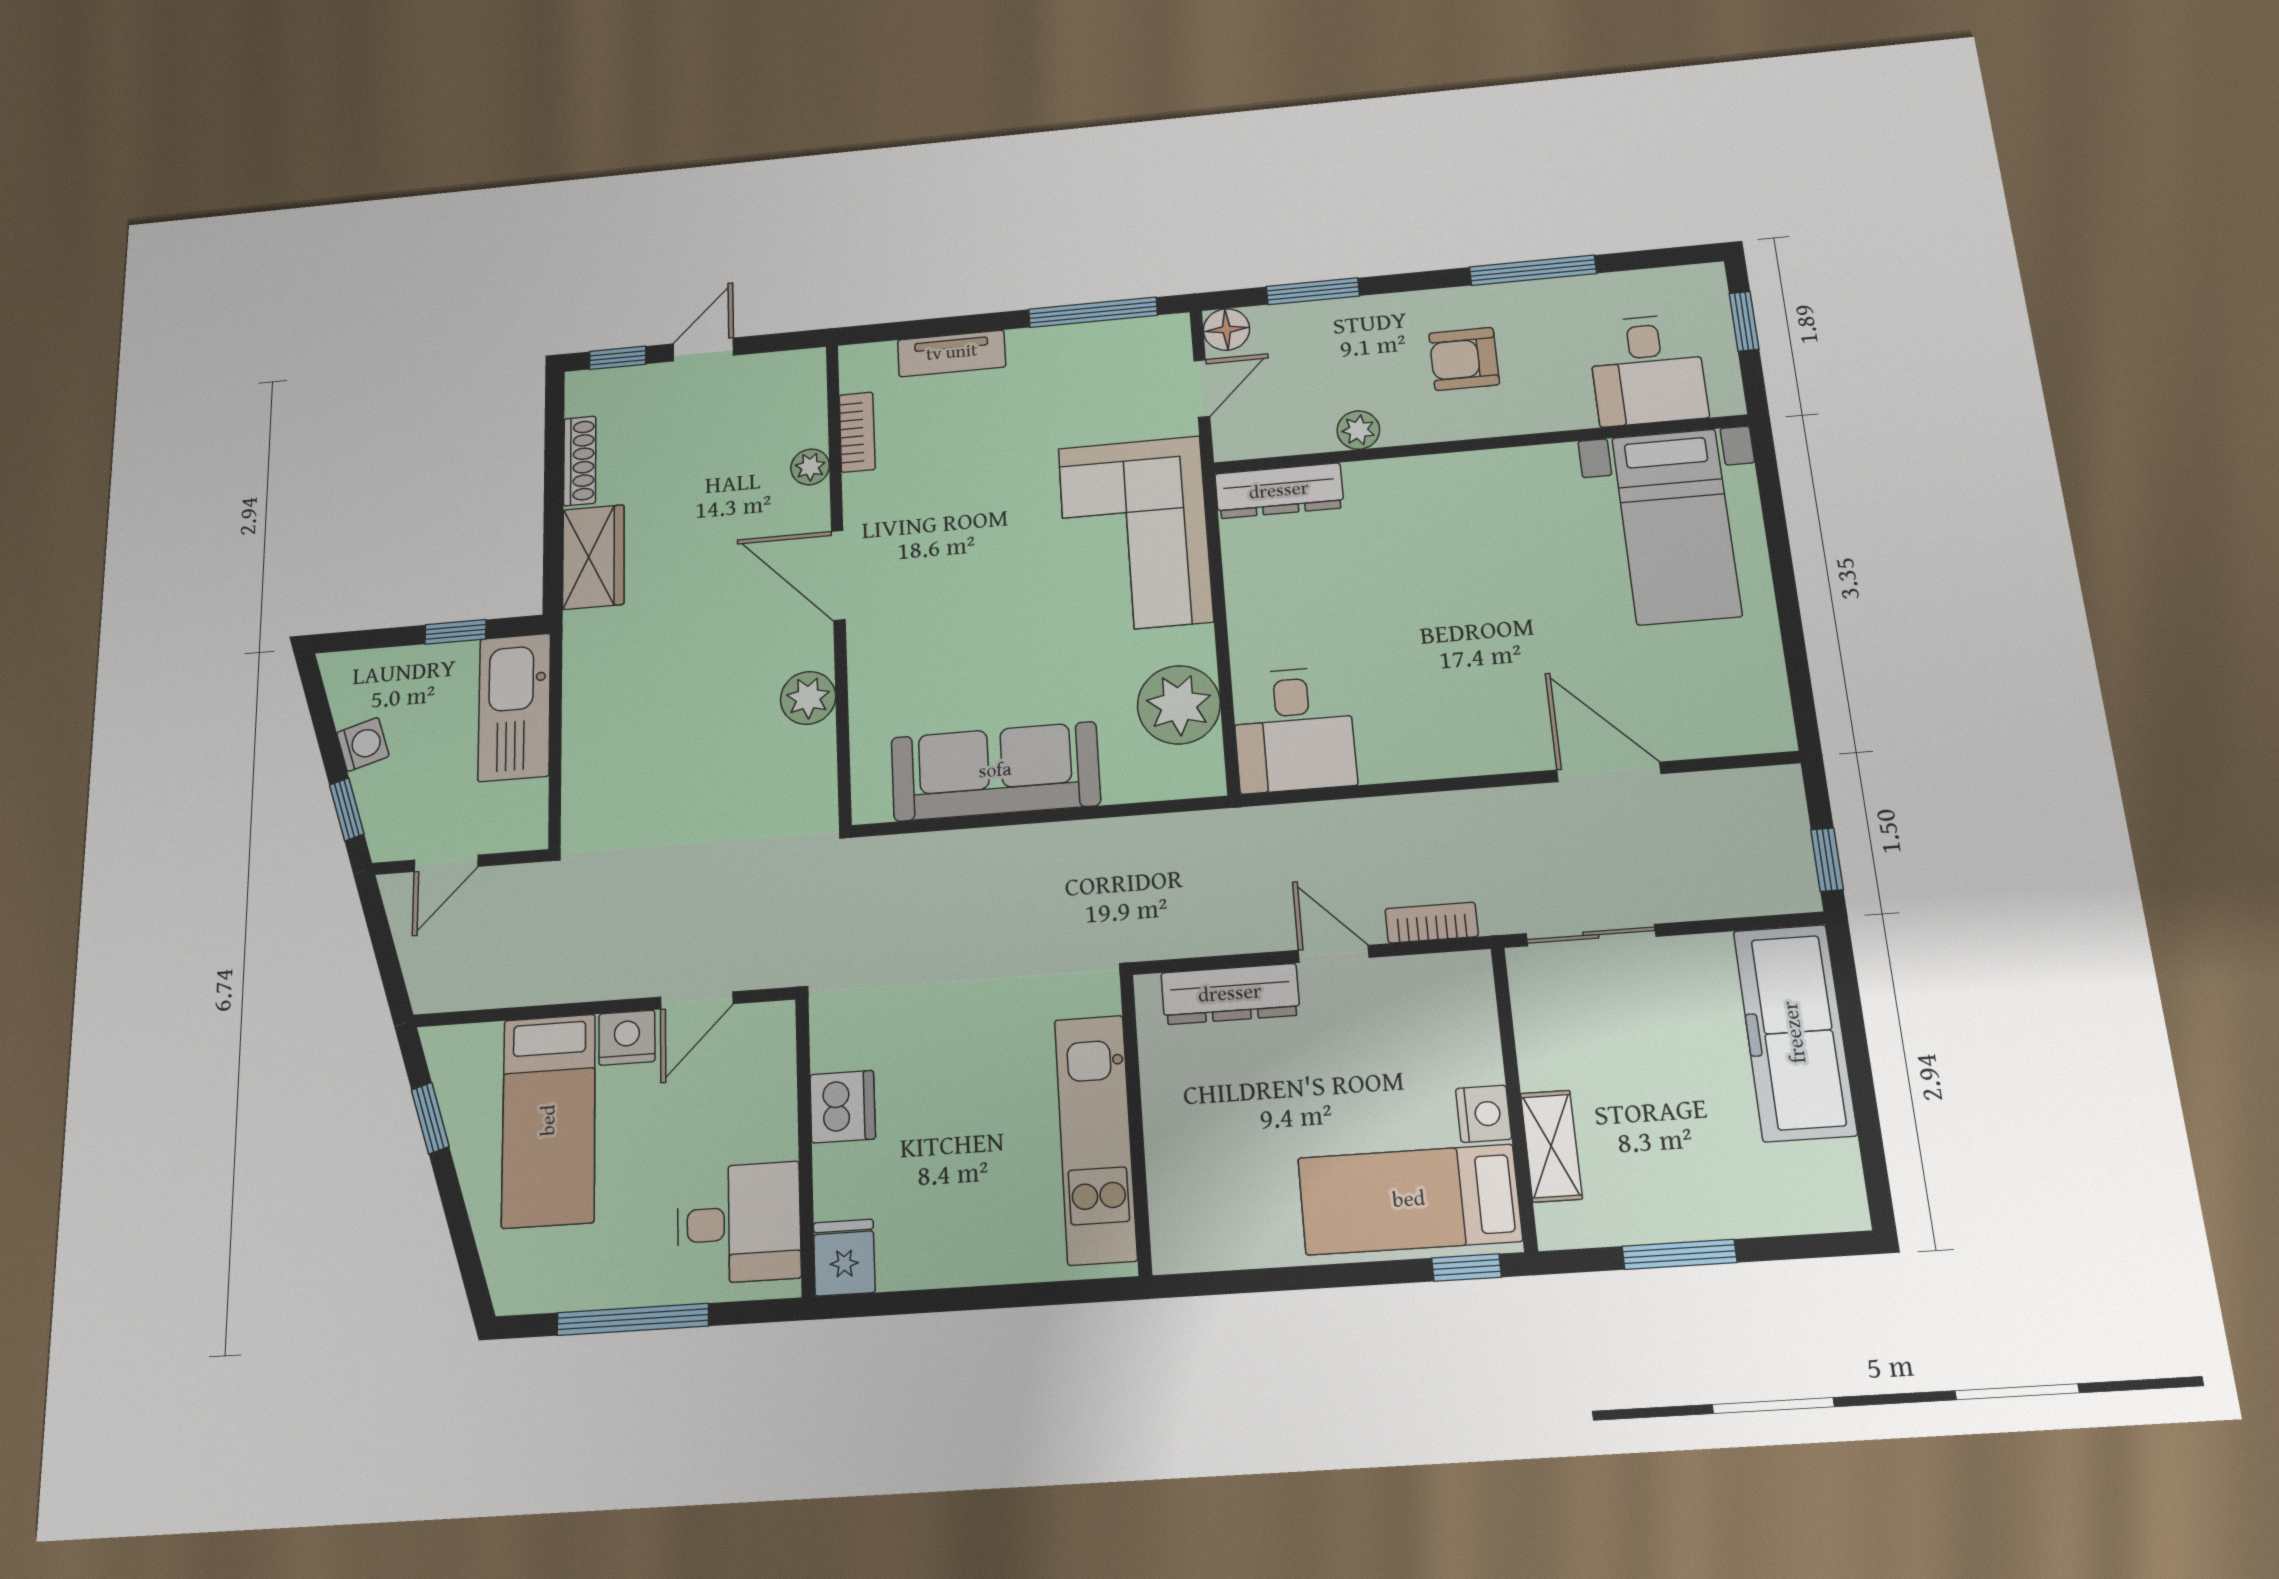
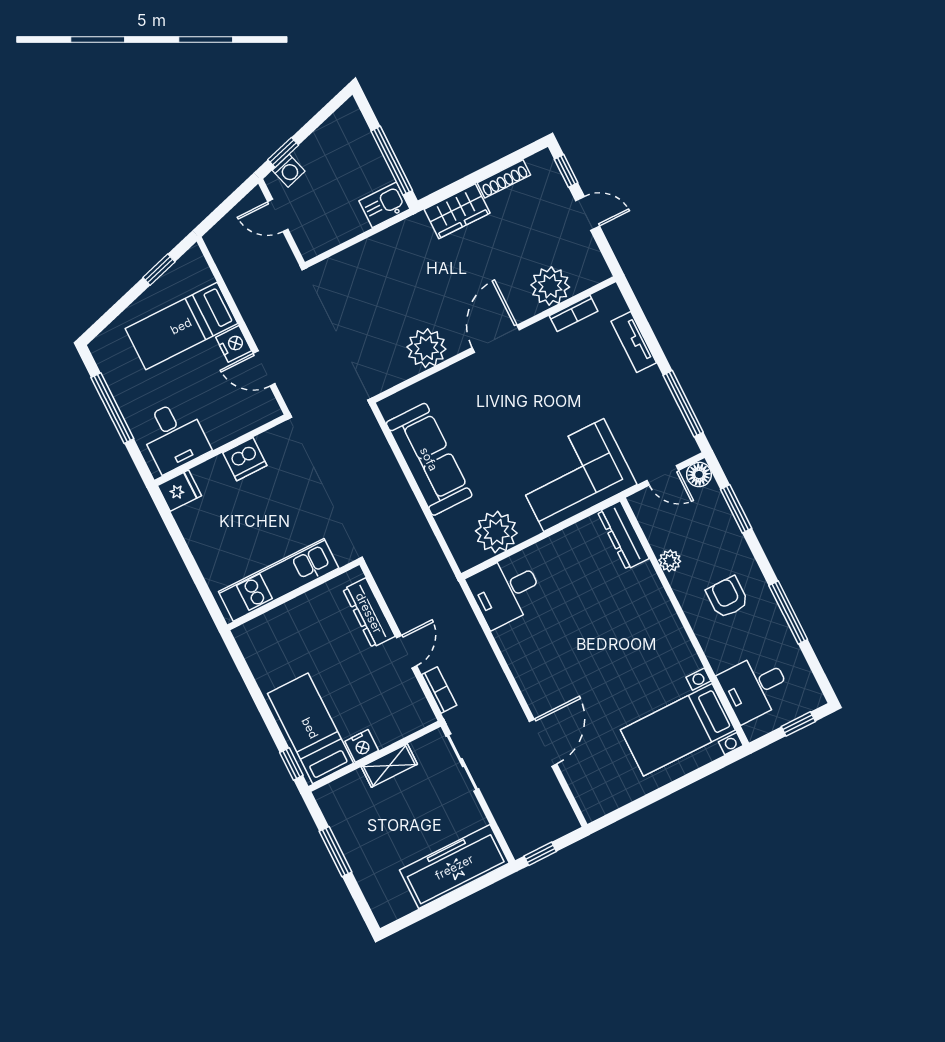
plant: (810, 467) -> (550, 286), width x1.88, depth x1.88
window: (456, 632) -> (392, 161), width x2.17
plant: (808, 698) -> (426, 348), width x1.36, depth x1.36
kitchen sink: (514, 707) -> (384, 205), width x0.53, depth x0.81
washing machine: (363, 744) -> (289, 171), moved
shelving: (1551, 1146) -> (389, 765), moved

